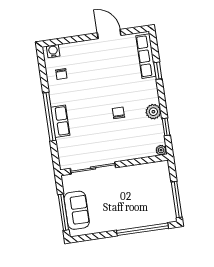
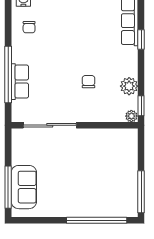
plant: (161, 150) -> (131, 116), moved
wall: (114, 165) -> (75, 125), moved
sliding door: (93, 168) -> (50, 125), moved

